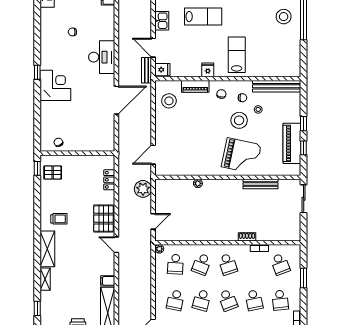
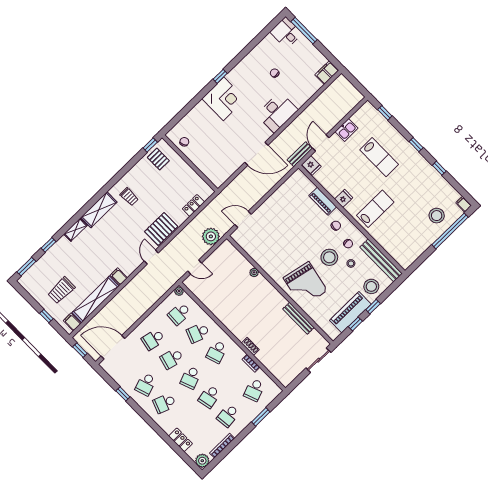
stool: (169, 101) -> (371, 286), moved

